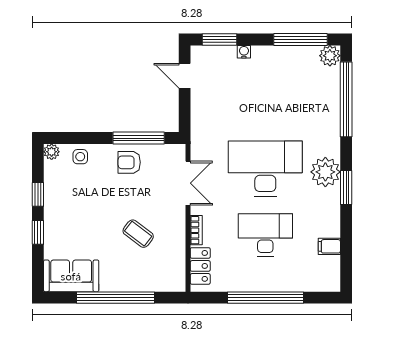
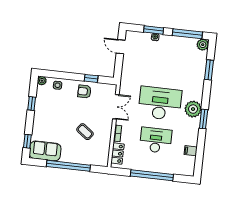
window: (219, 40) -> (154, 30), moved
window: (346, 99) -> (209, 70), width x0.47
window: (139, 138) -> (91, 78), width x0.46
window: (38, 232) -> (27, 141), moved

